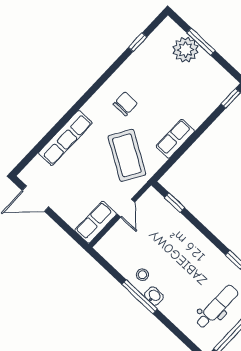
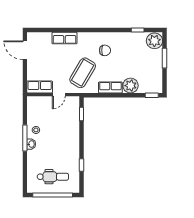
plant: (186, 50) -> (154, 41), moved
plant: (196, 113) -> (131, 86), added
row of seats: (65, 138) -> (65, 38), width x0.68

